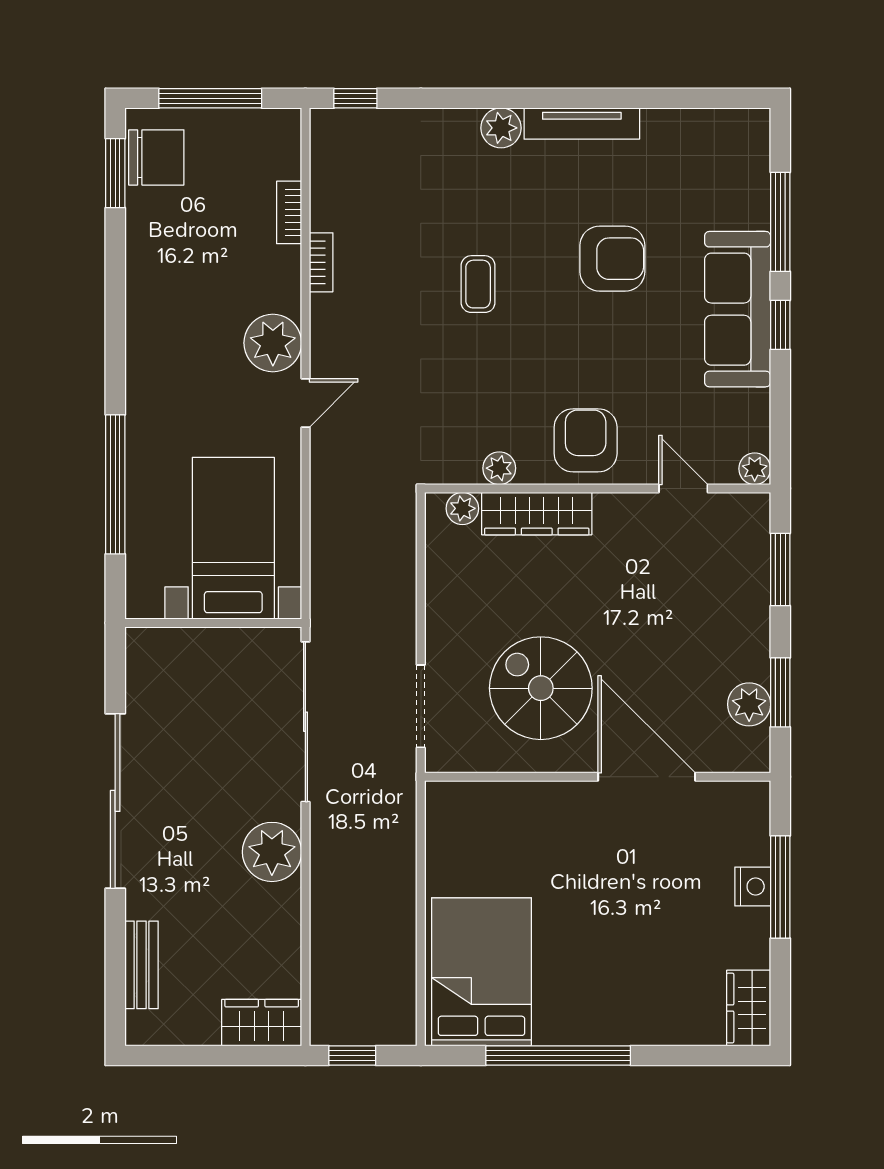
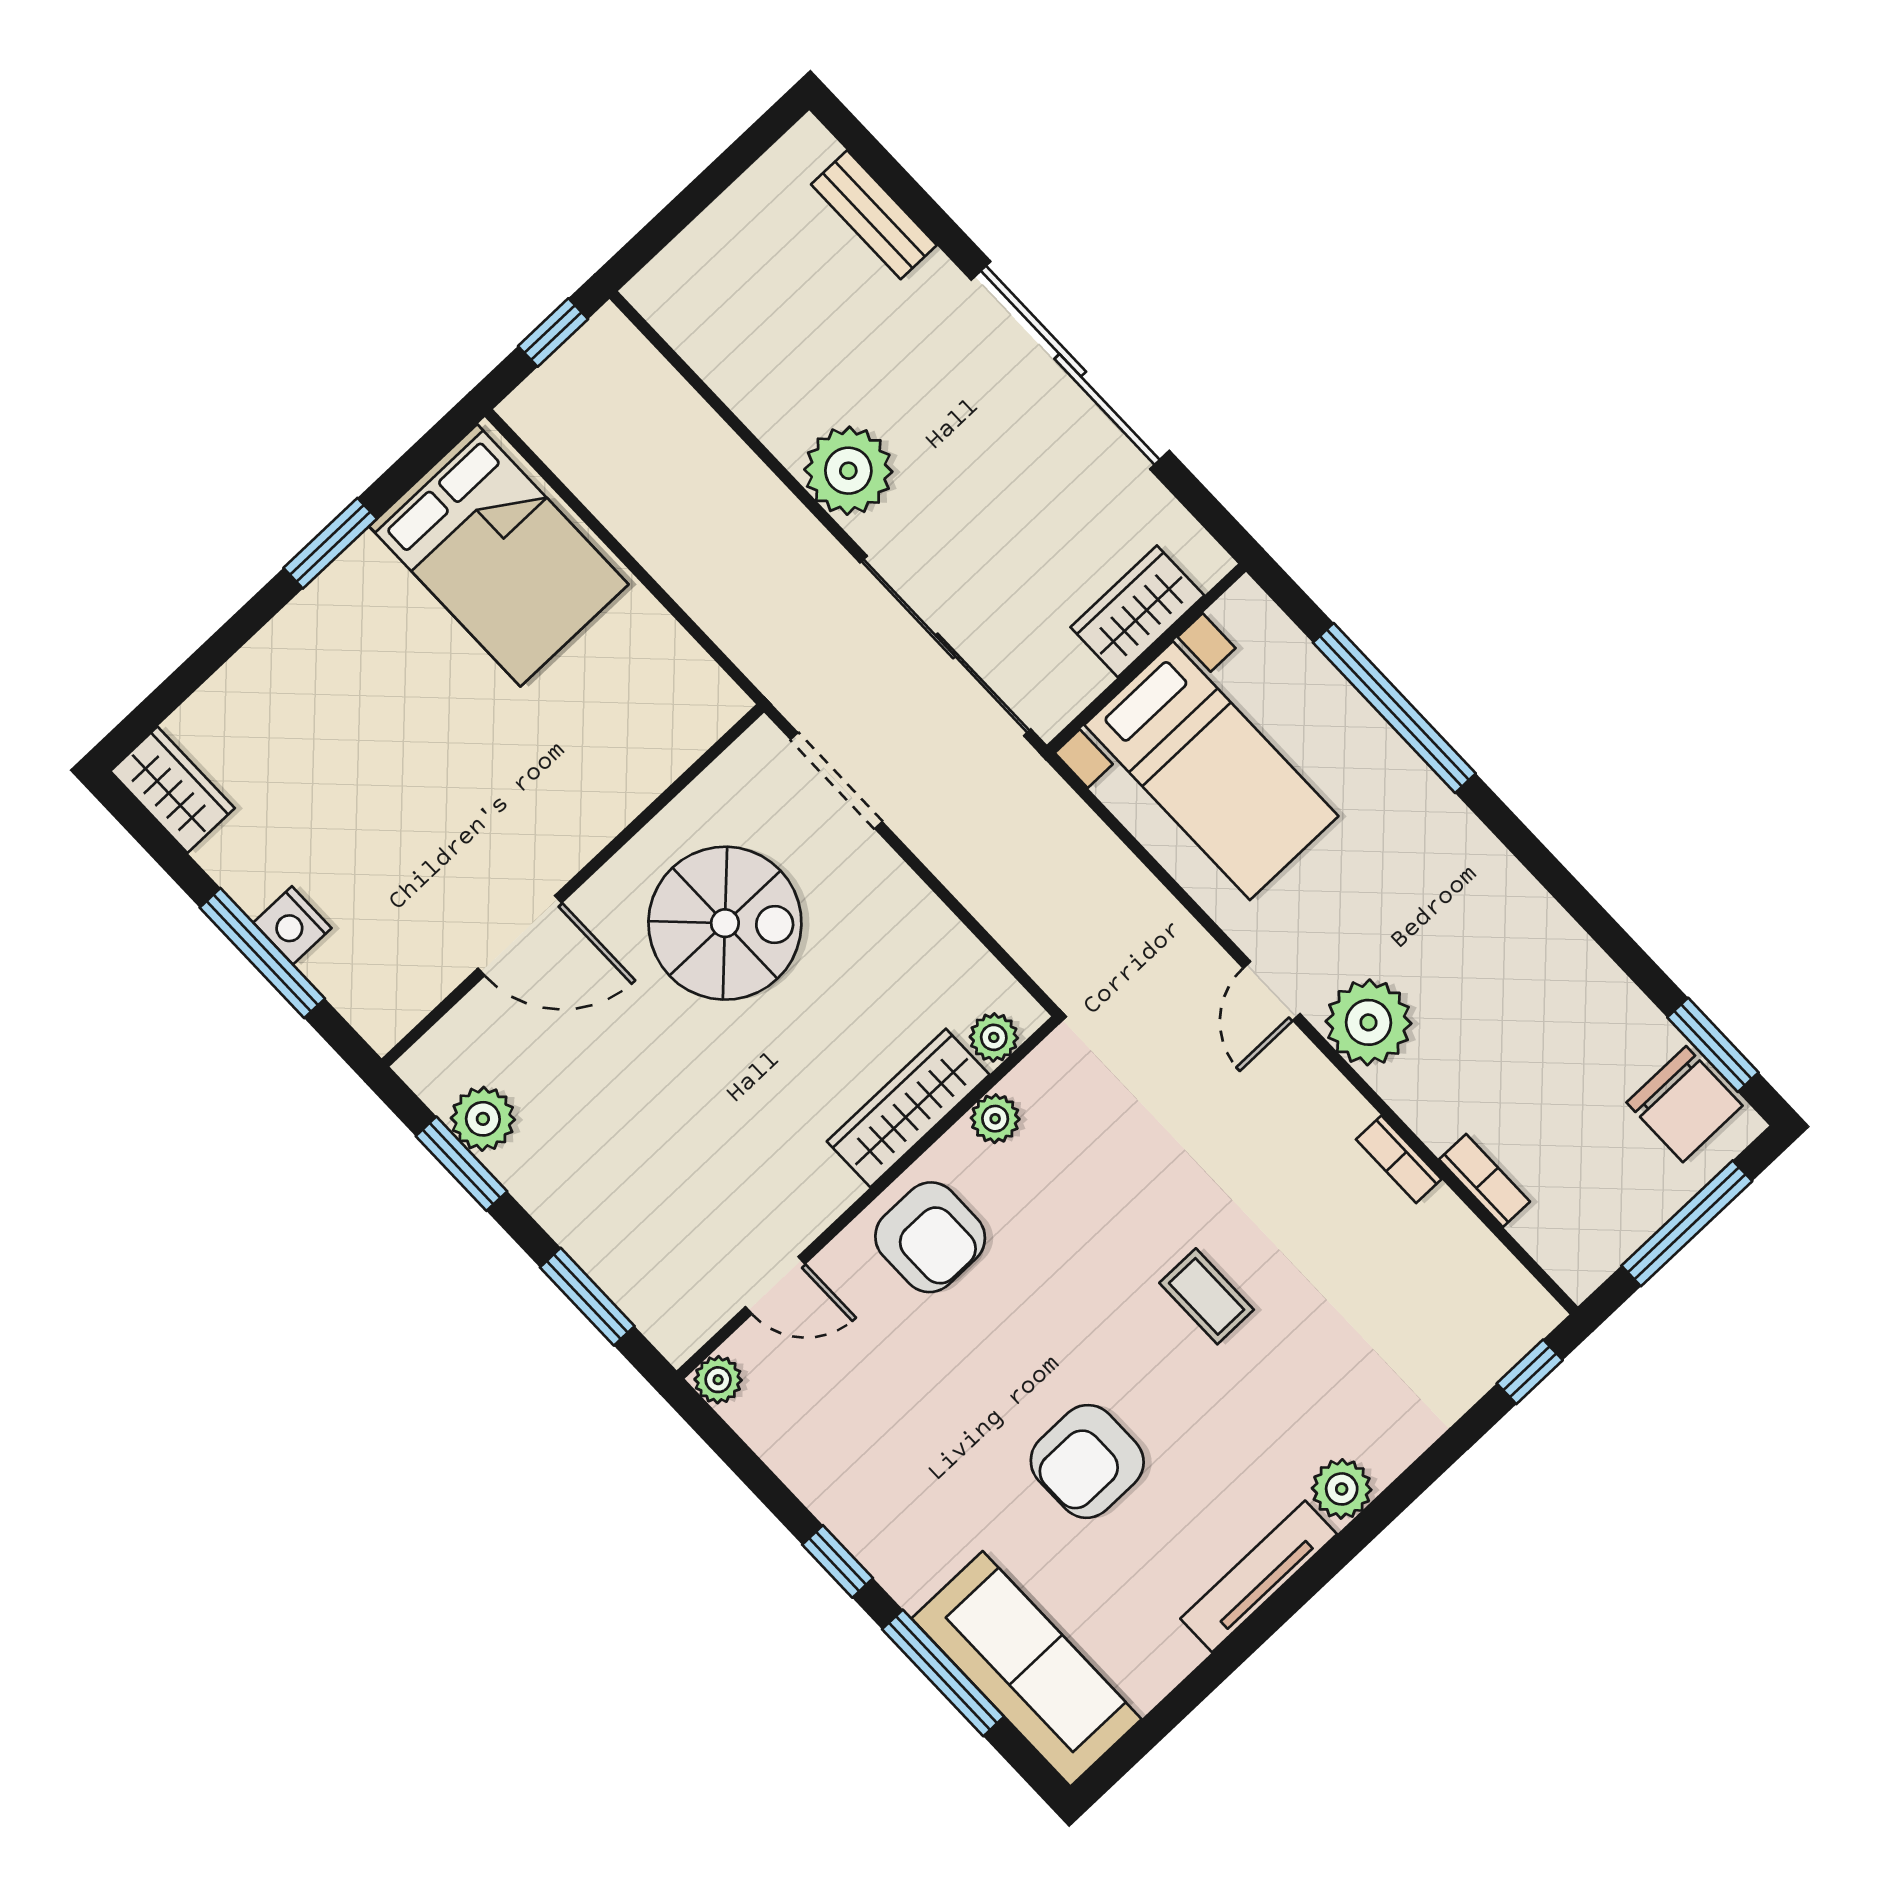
chair: (156, 157) -> (1685, 1104), turned -90
sofa: (738, 309) -> (1026, 1669), moved
door: (647, 777) -> (520, 936), width x0.73
wardrobe: (262, 1023) -> (1137, 611), moved, turned 180
window: (558, 1055) -> (330, 543), width x0.47

